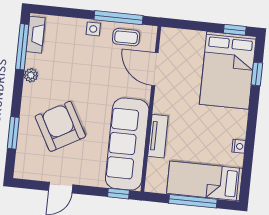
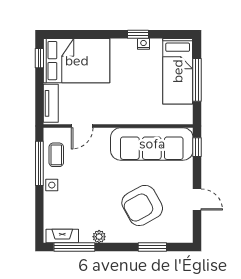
door: (155, 69) -> (82, 126), width x0.73
window: (257, 74) -> (138, 34), moved
tv unit: (158, 136) -> (51, 103), moved, turned 90

